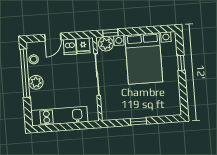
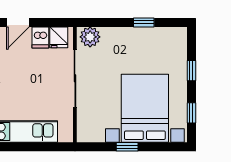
window: (110, 33) -> (144, 22), moved
bed with nightstands: (144, 58) -> (145, 108), moved, turned 180
window: (183, 93) -> (191, 113), added

